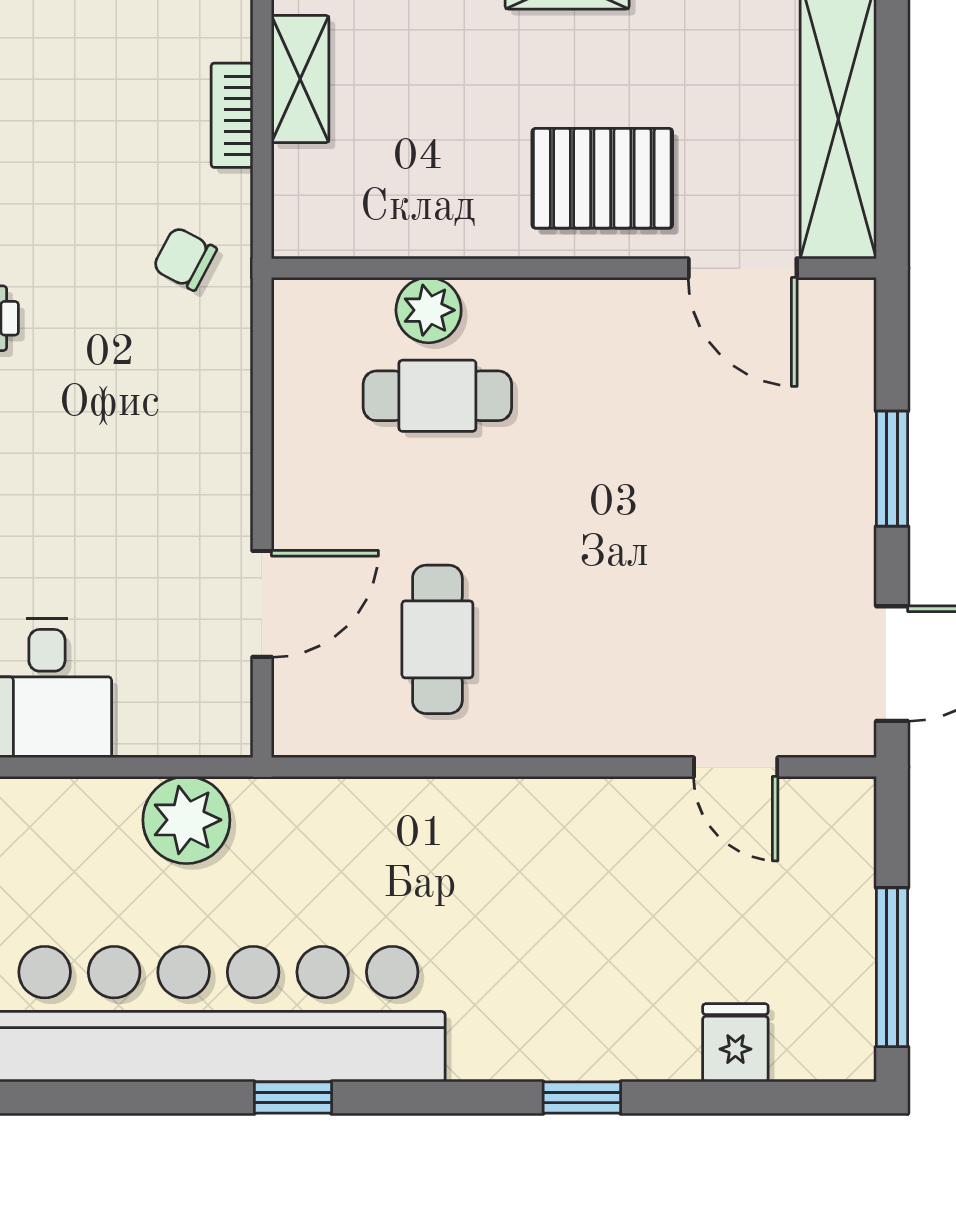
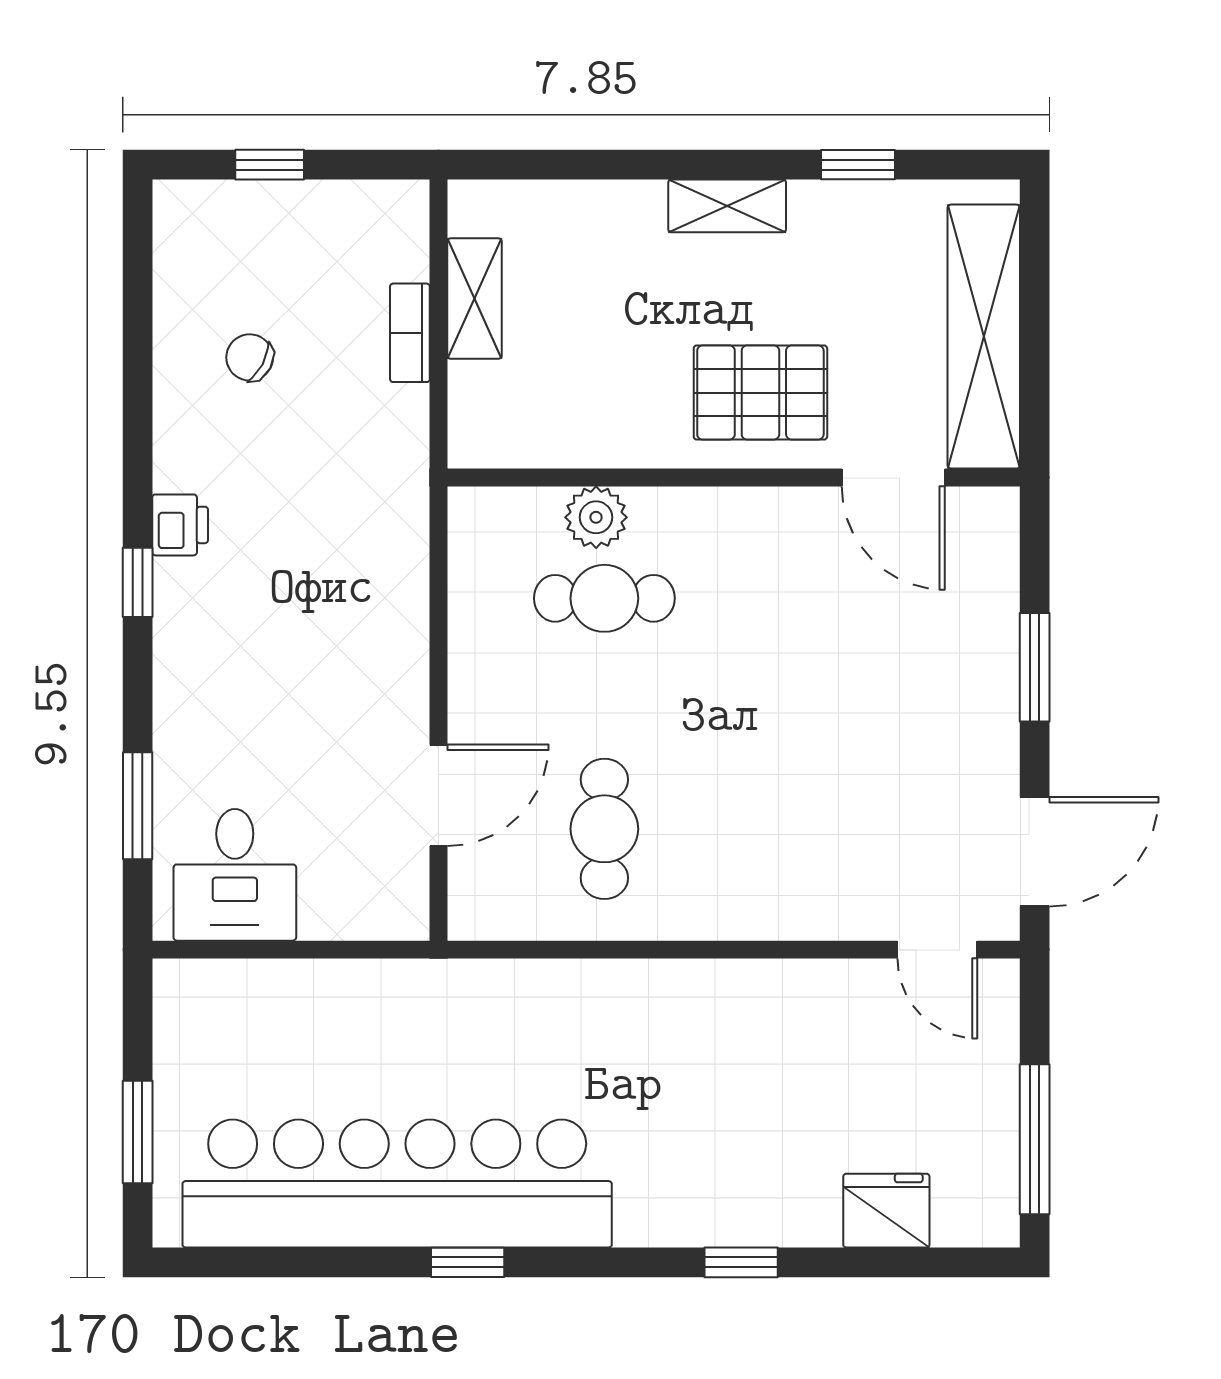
chair: (185, 259) -> (250, 357), moved
door: (736, 767) -> (937, 950), moved
plant: (186, 820) -> (367, 1000), removed
fridge: (735, 1043) -> (886, 1211), width x1.38

